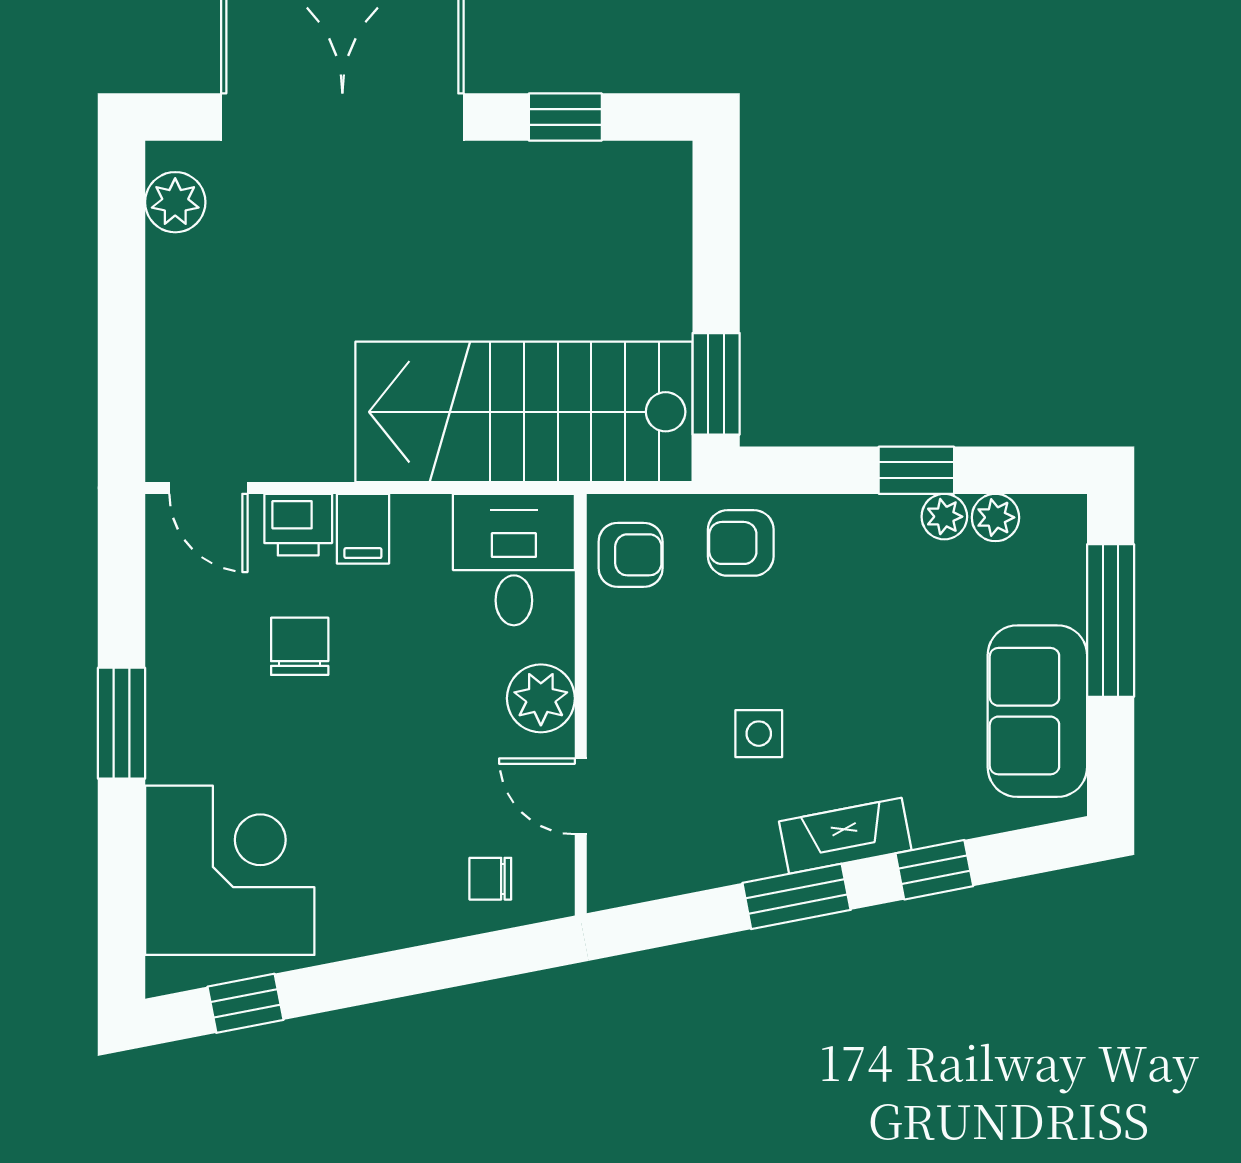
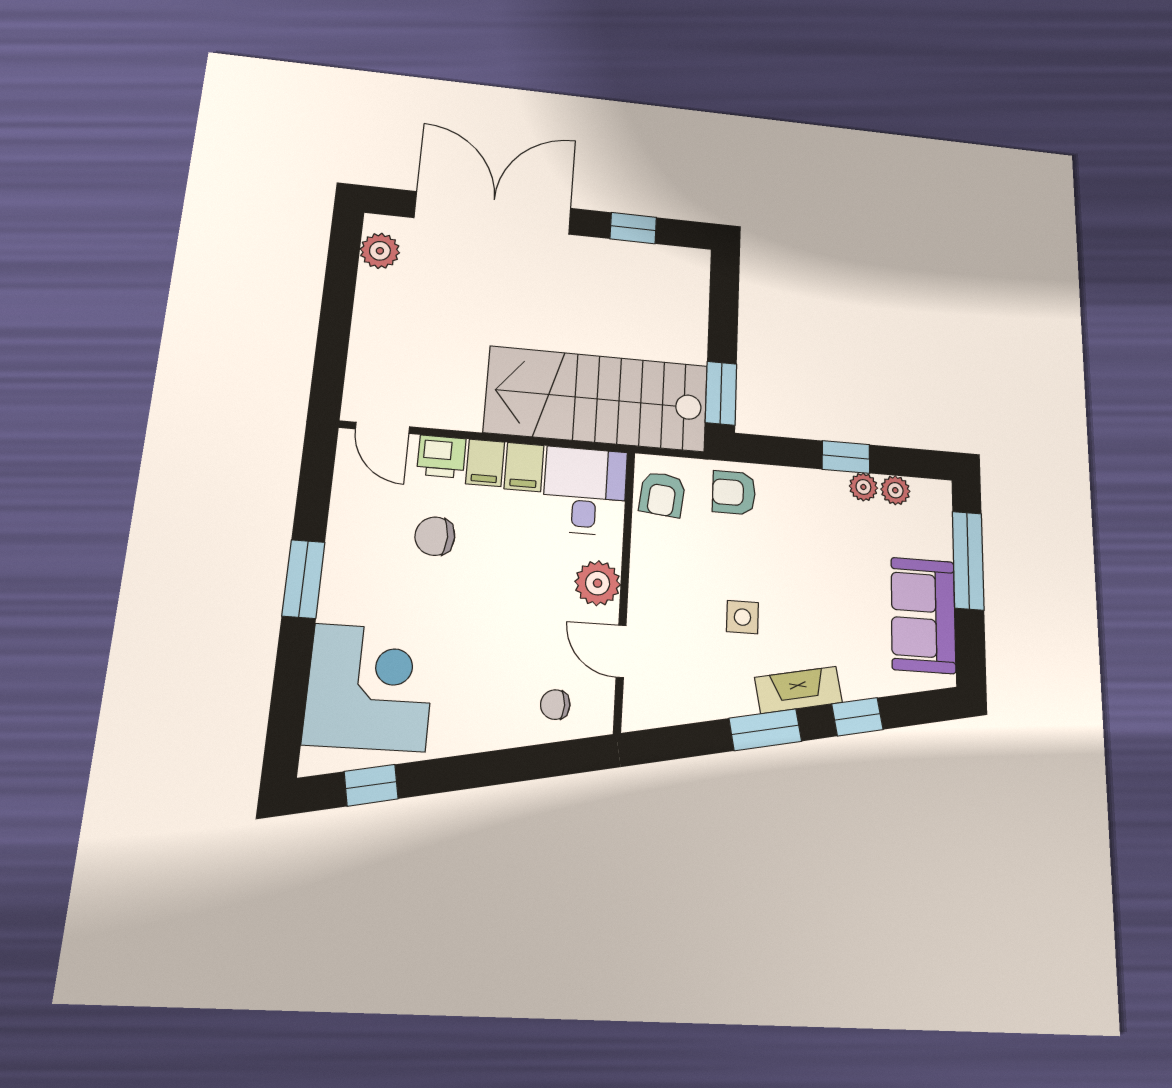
filing cabinet: (421, 530) -> (524, 467), added
armchair: (631, 555) -> (662, 494), turned 96
chair: (300, 646) -> (435, 536), turned -90

